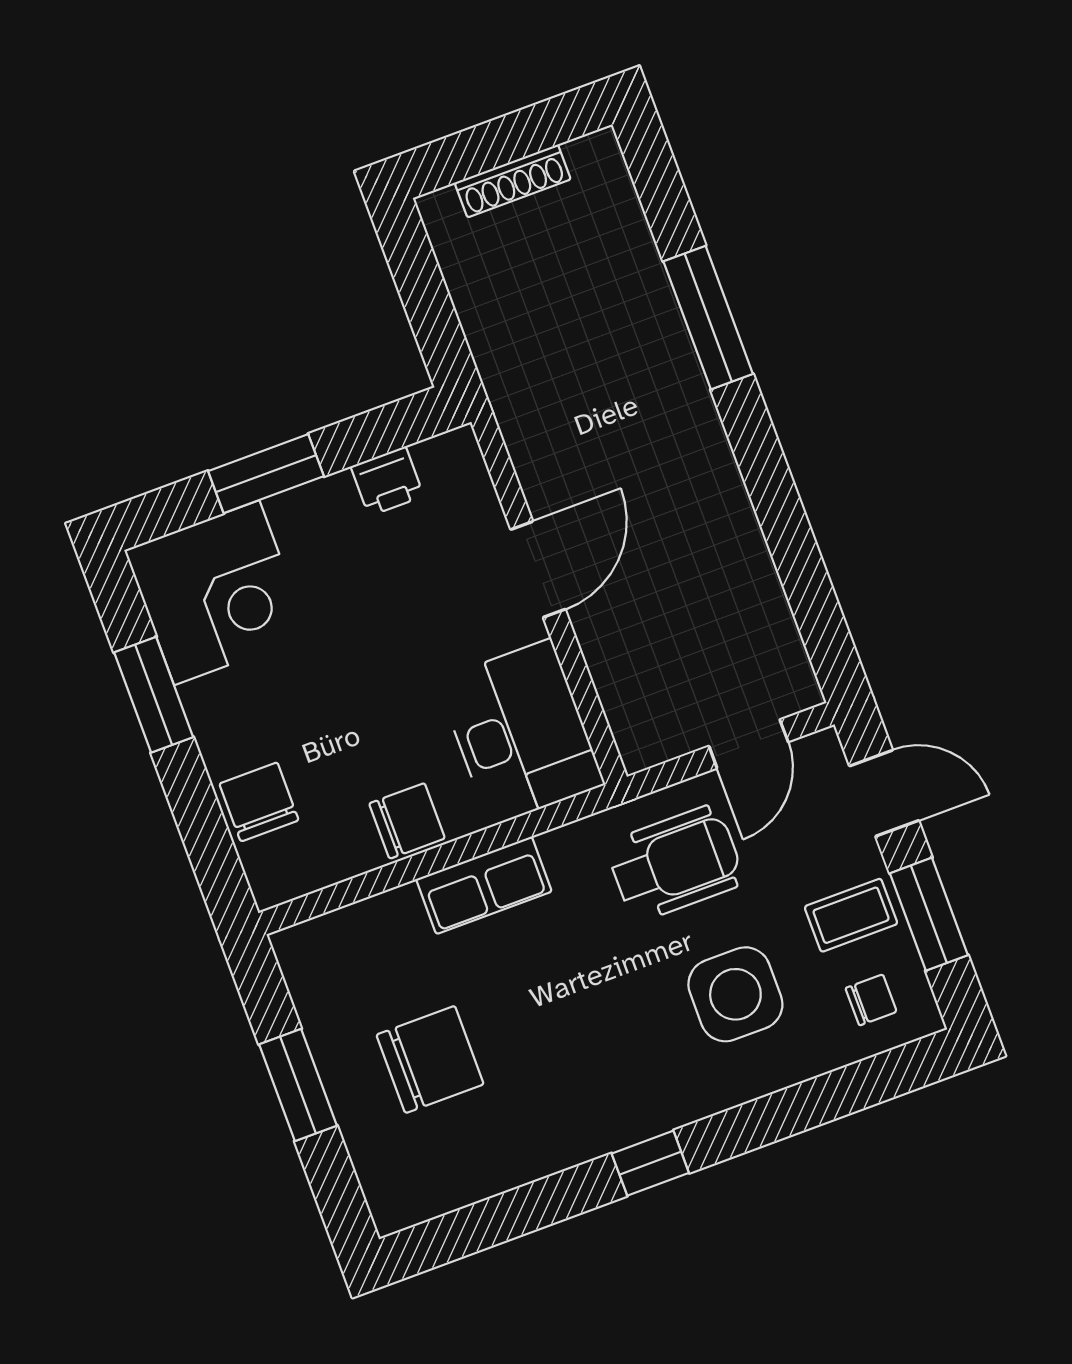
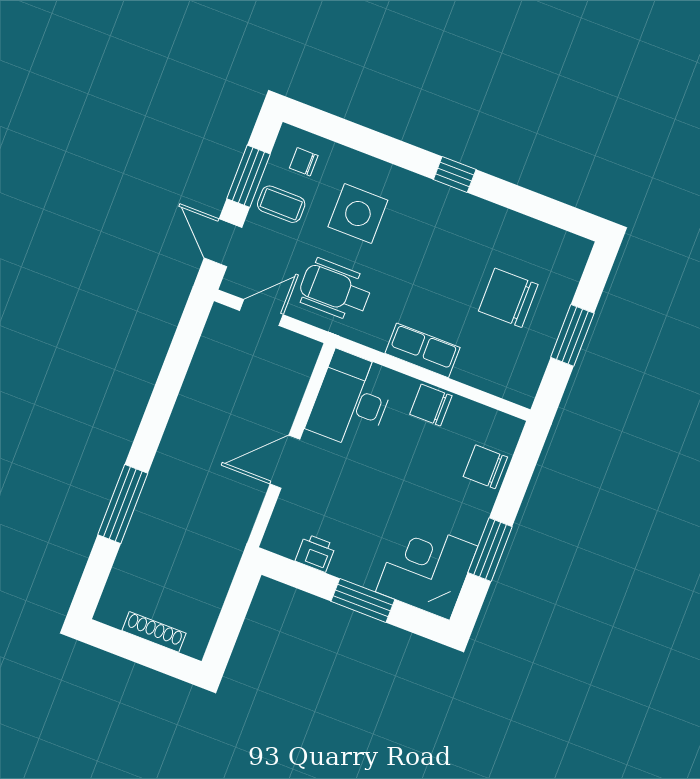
chair: (259, 802) -> (485, 467), turned 90

